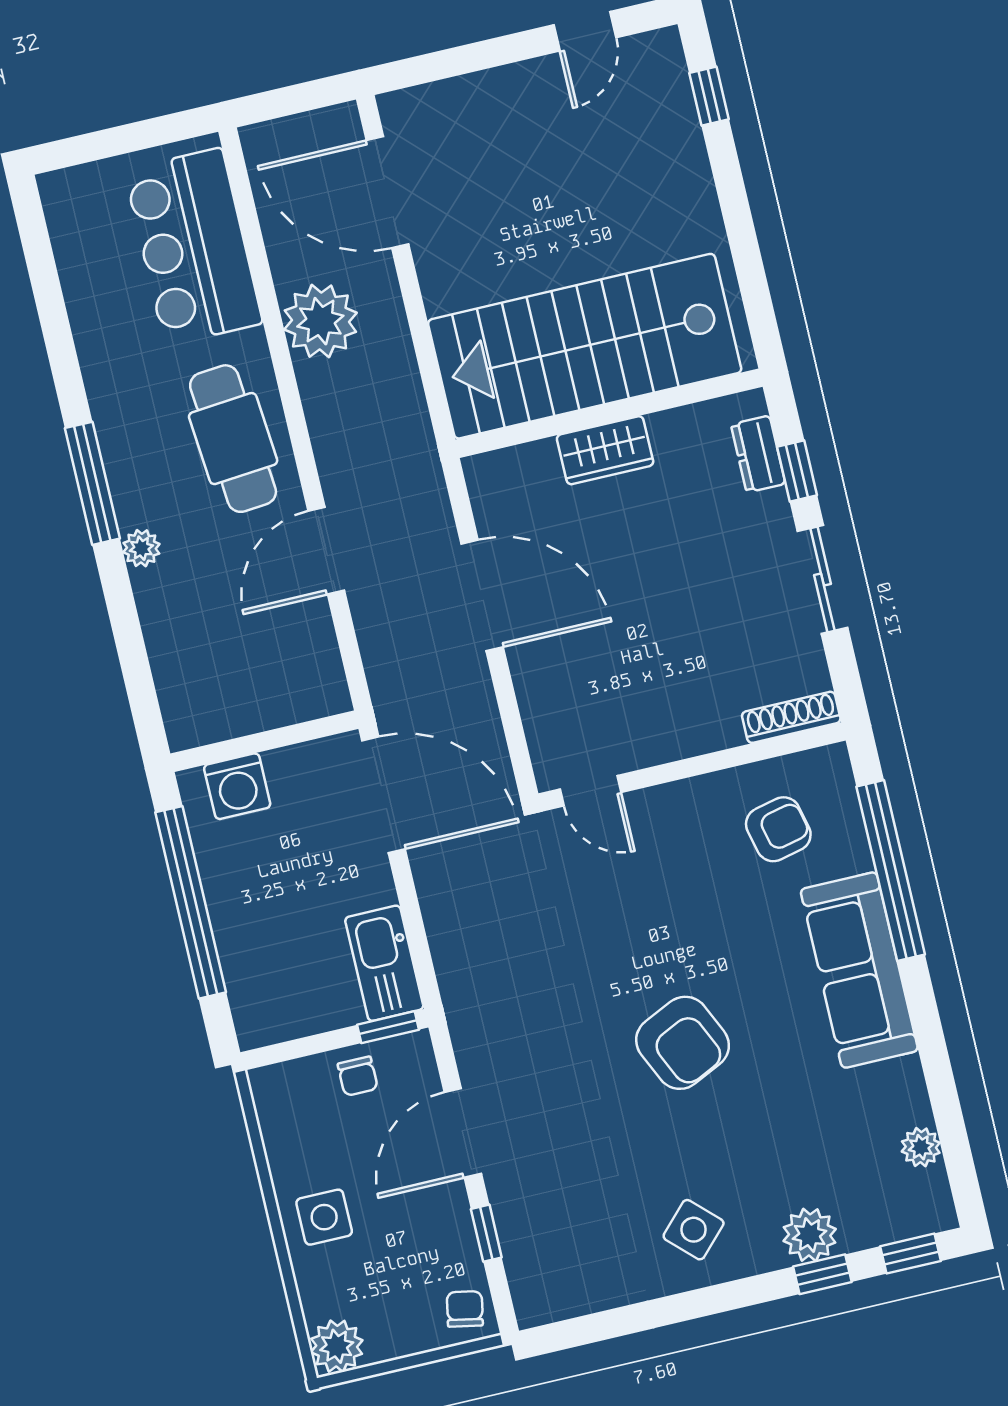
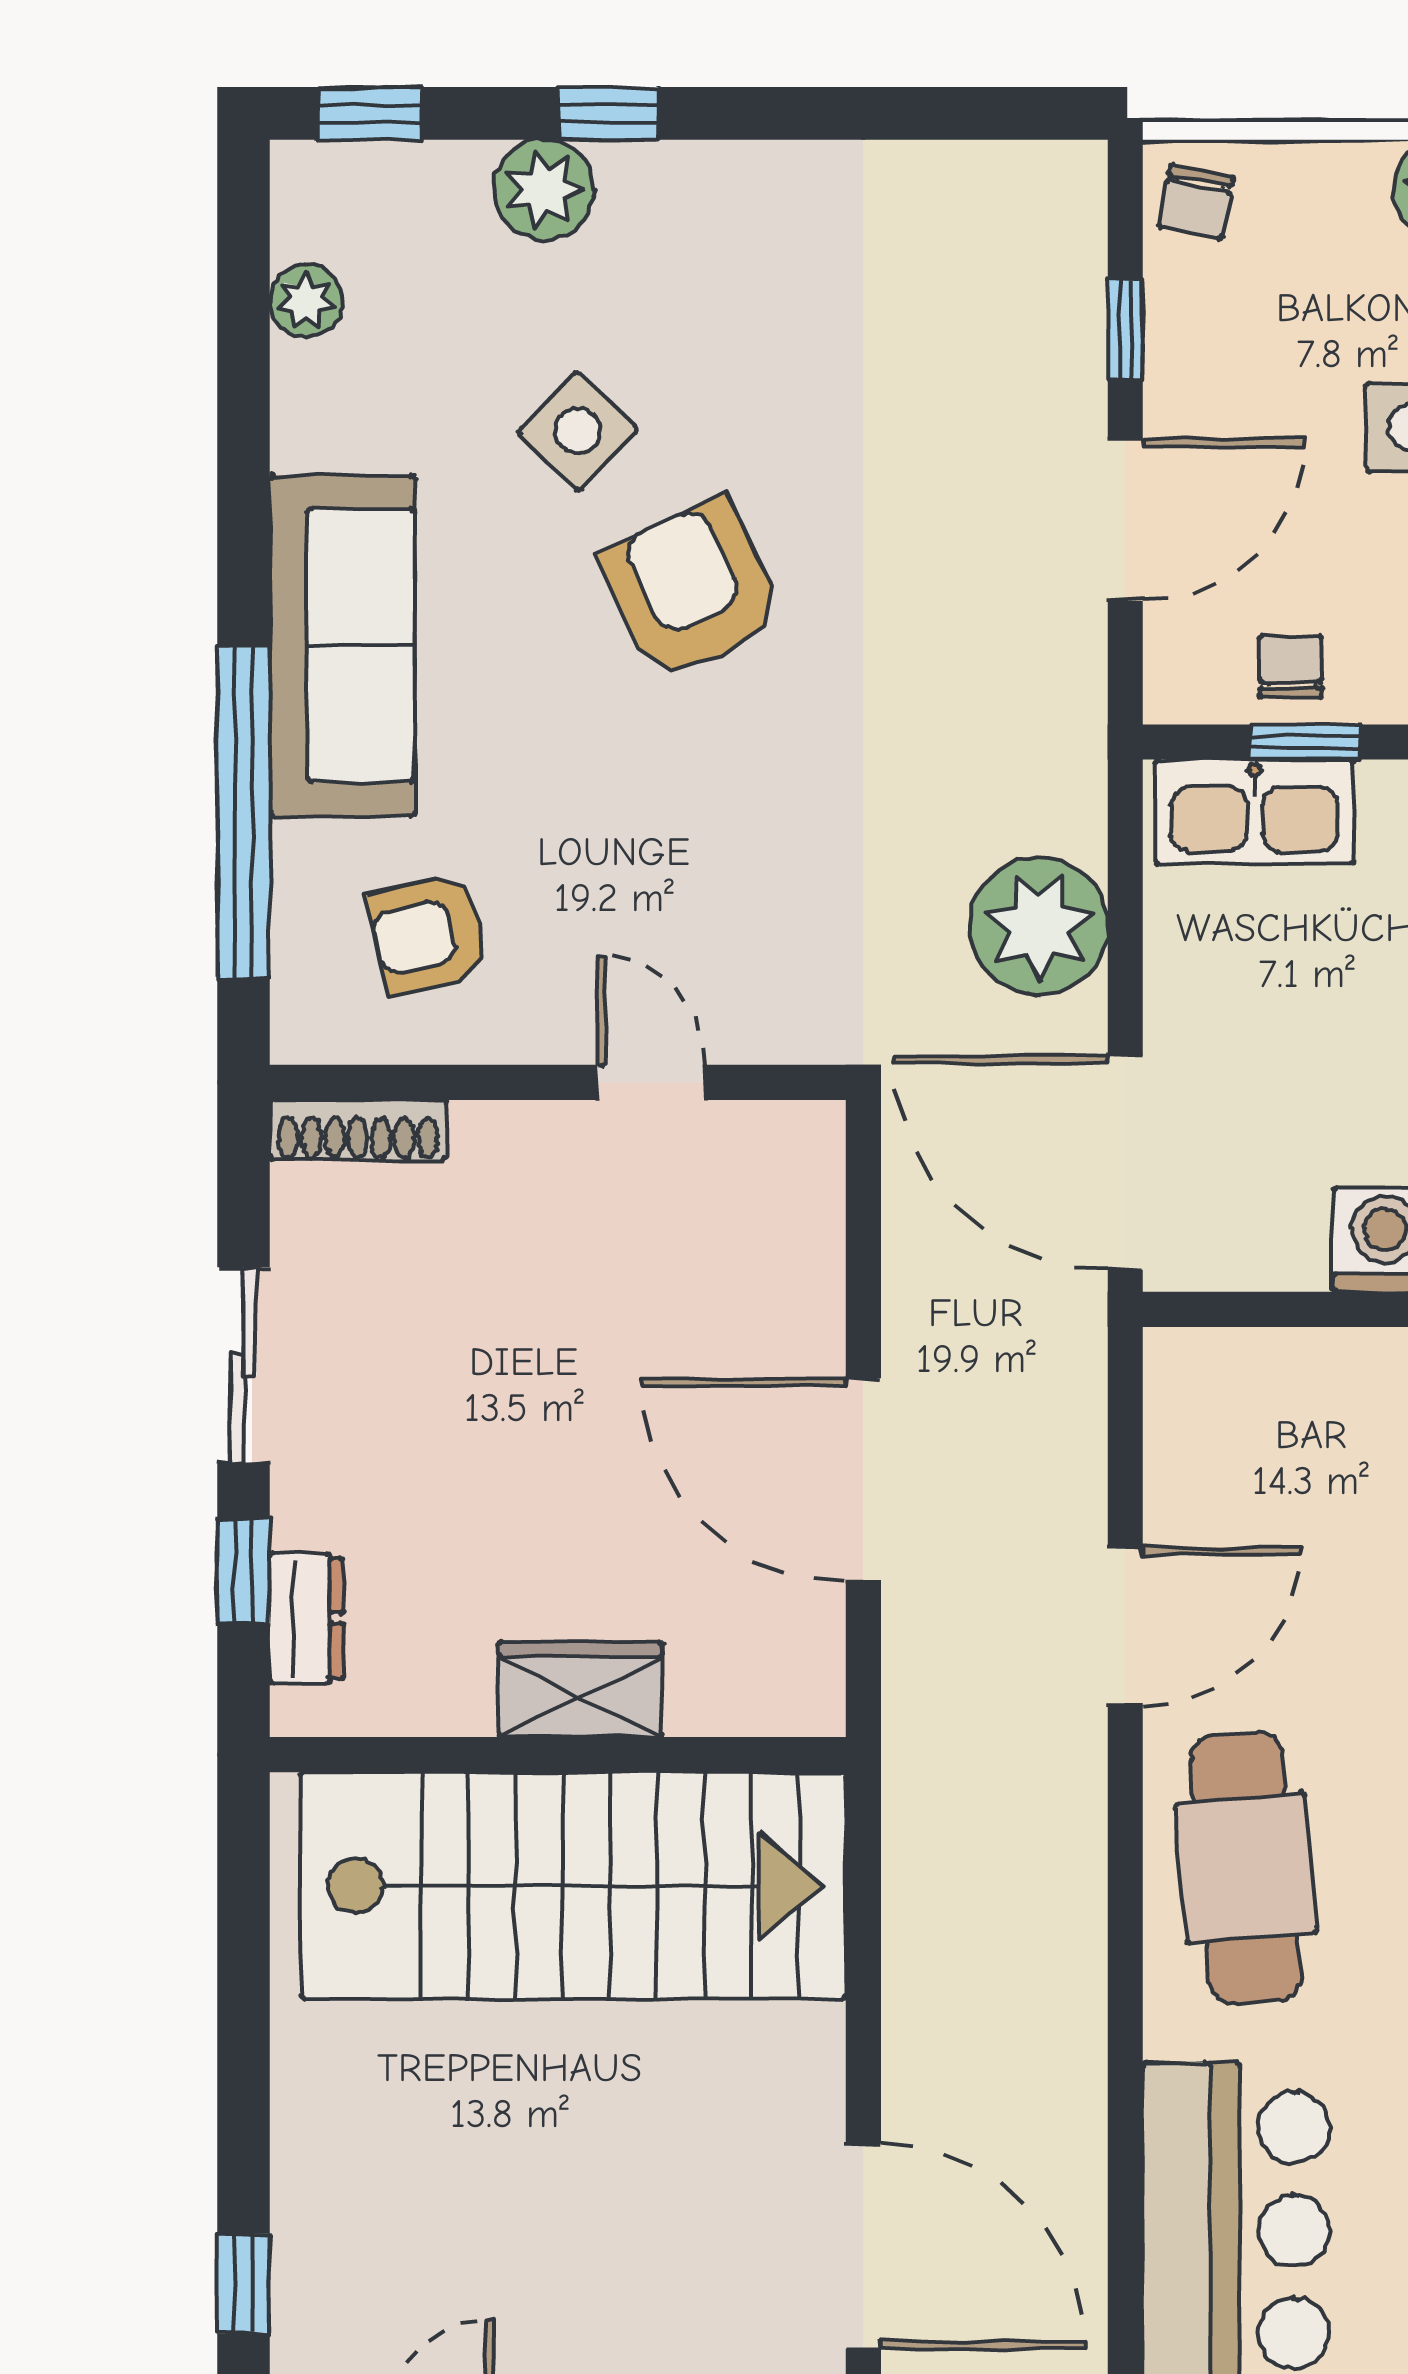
plant: (320, 321) -> (1039, 926), moved
door: (590, 791) -> (651, 1082), moved
kitchen sink: (384, 963) -> (1254, 812), moved, turned 90
window: (388, 1027) -> (1306, 742), moved
side table: (694, 1230) -> (577, 431), moved
window: (822, 1274) -> (608, 113), moved

